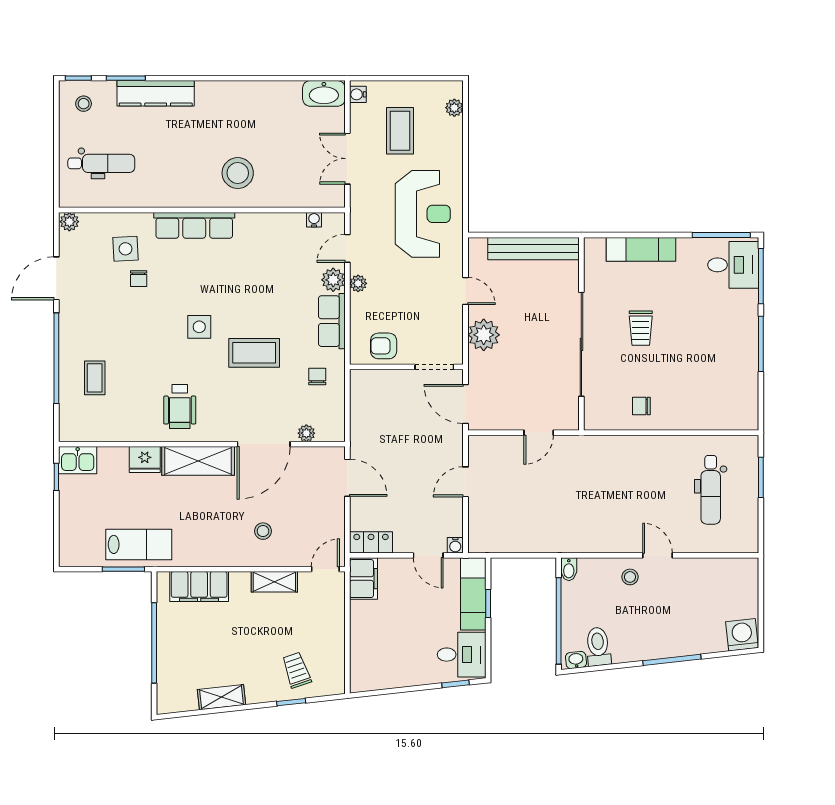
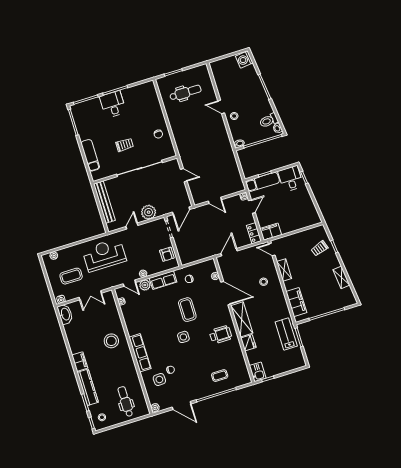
filing cabinet: (215, 93) -> (80, 362), added
desk: (733, 265) -> (113, 104), moved
door: (657, 555) -> (221, 107), hinge flipped

